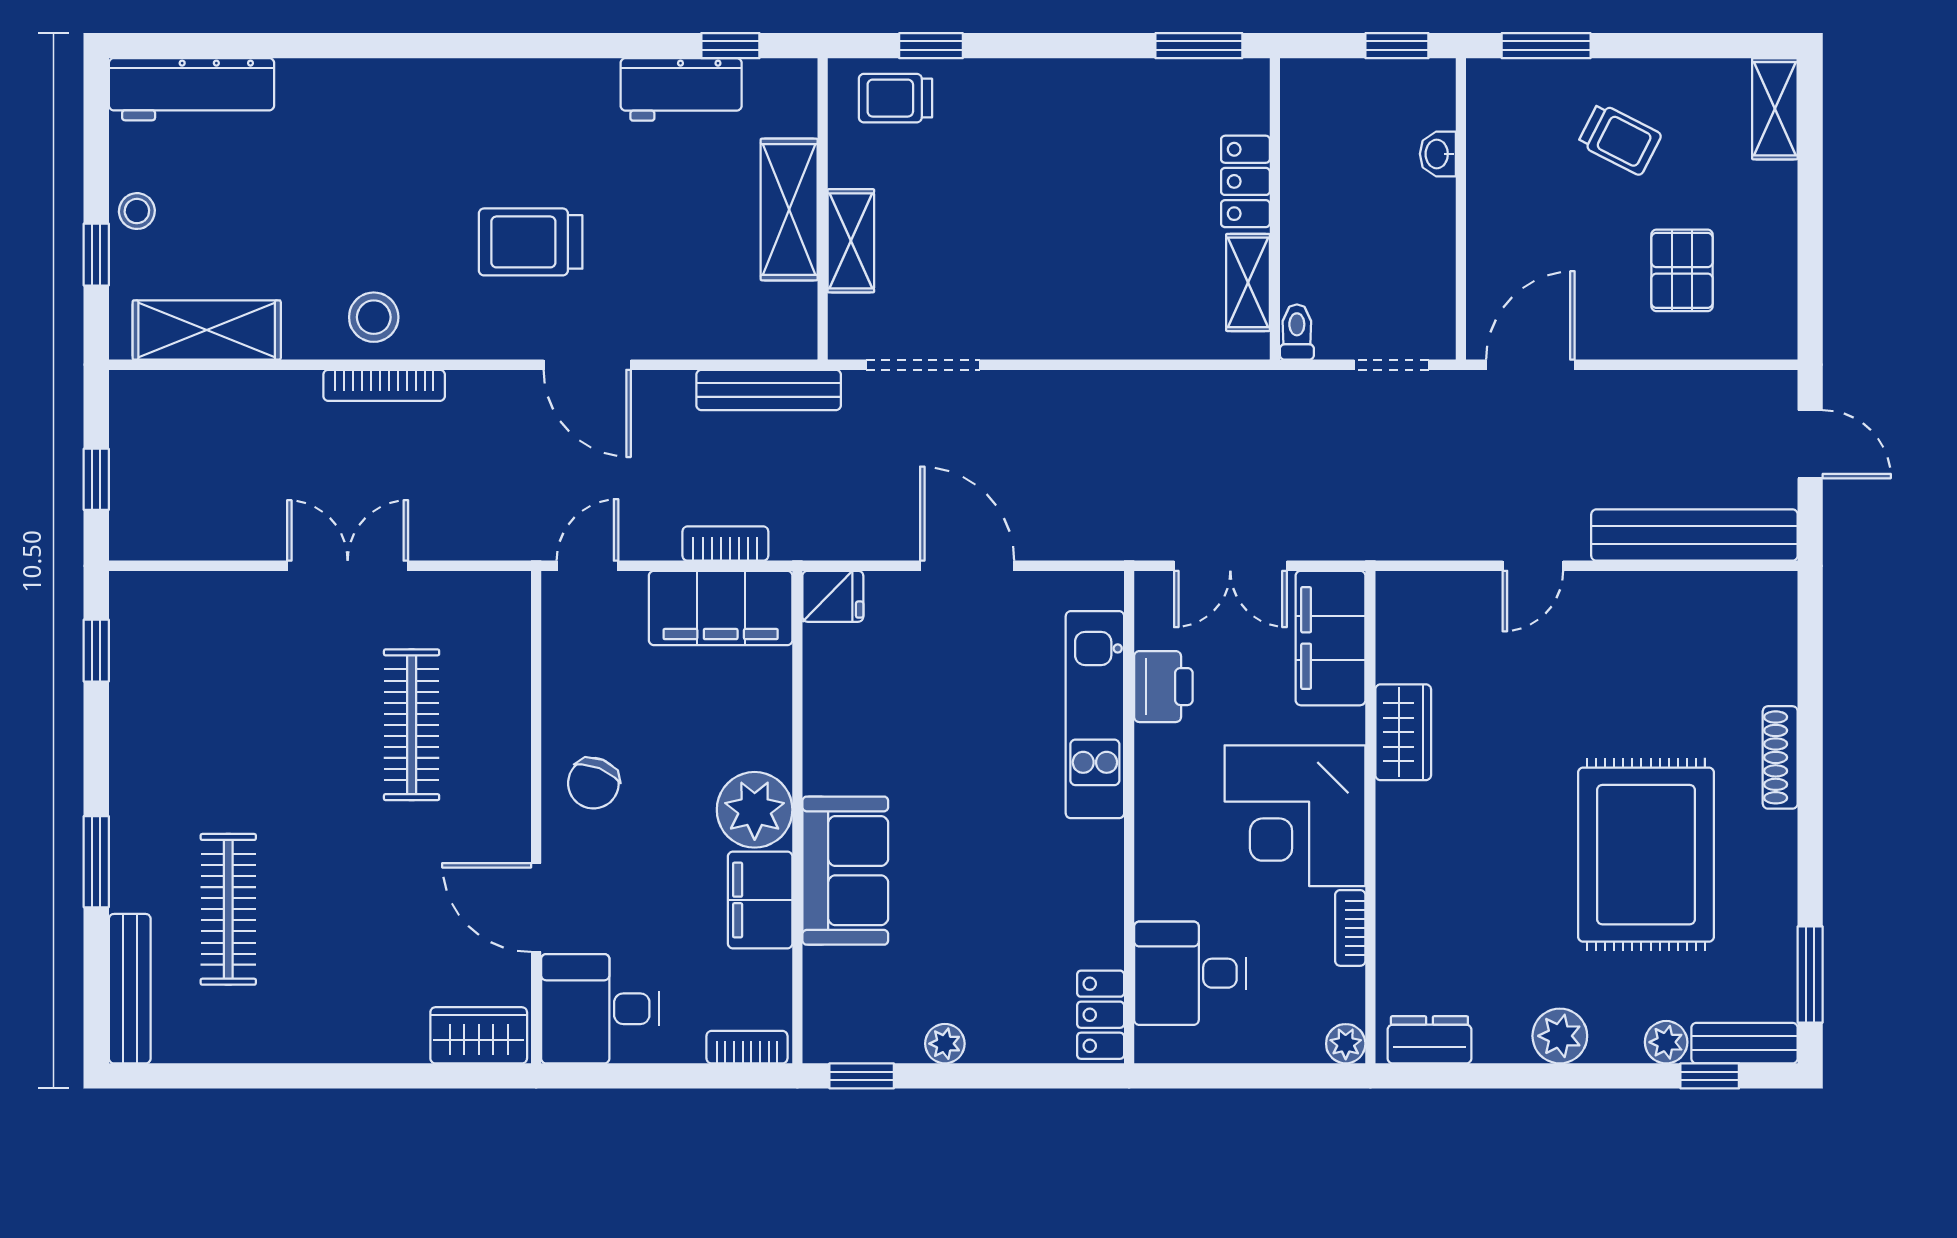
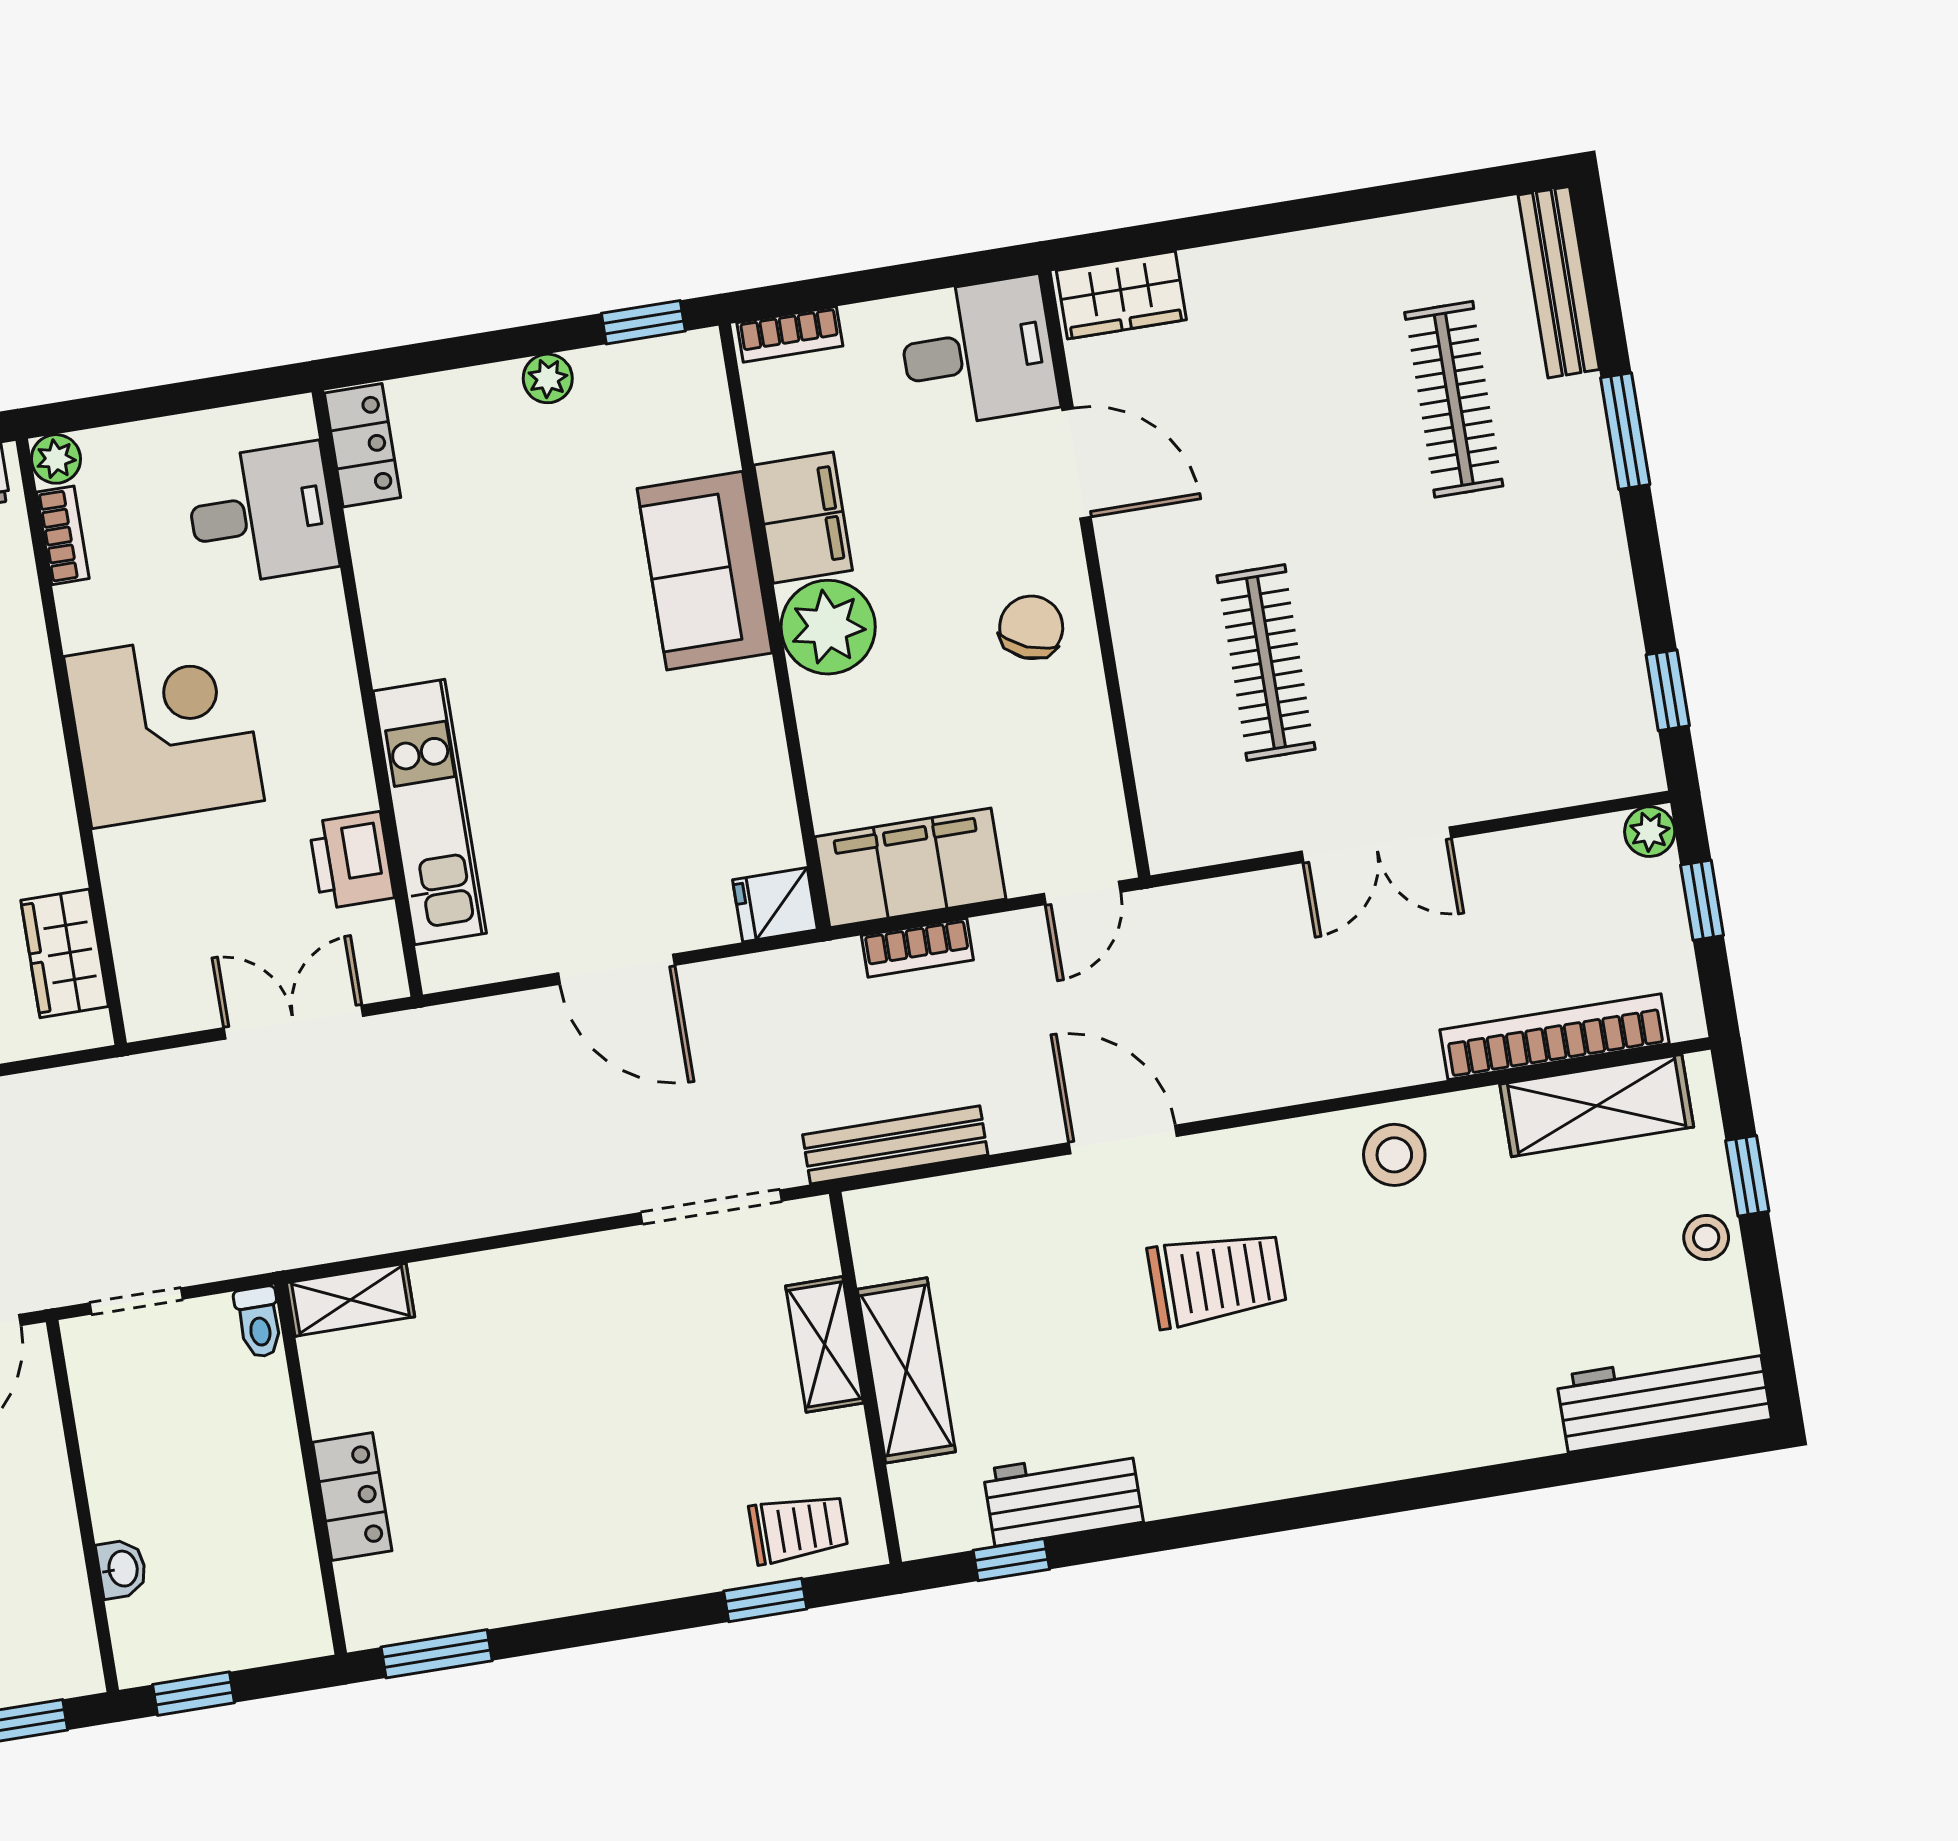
shelving: (1248, 282) -> (351, 1300), moved, turned 90
bookcase: (384, 385) -> (1554, 1037), moved, width x1.48, depth x1.31
plant: (129, 541) -> (1650, 832), added
filing cabinet: (1330, 638) -> (156, 954), removed
wardrobe: (1403, 732) -> (65, 953), moved
bookcase: (1350, 928) -> (63, 535), moved

